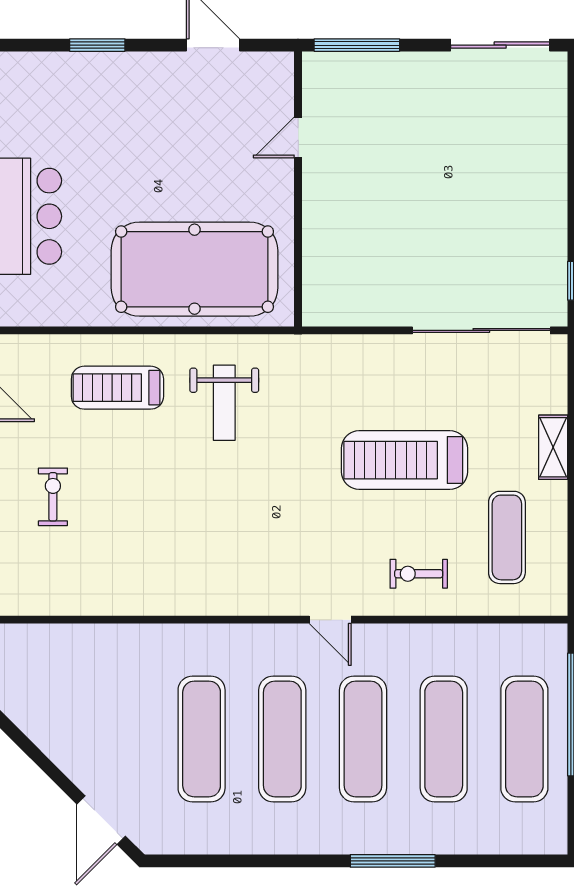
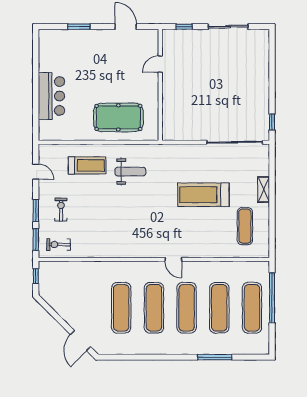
window: (357, 45) -> (184, 27), width x0.46
sliding door: (500, 45) -> (228, 27), moved
pool table: (194, 269) -> (118, 117), width x0.73, depth x0.76
treadmill: (117, 388) -> (87, 165), turned 180
weight bench: (224, 403) -> (130, 172), turned -90
exercise bike: (419, 574) -> (59, 244), moved
window: (393, 861) -> (215, 357), moved

